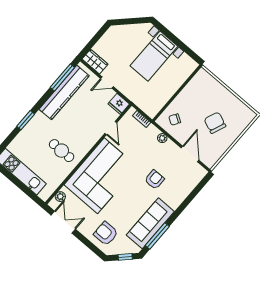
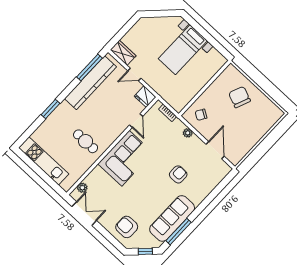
chair: (215, 123) -> (239, 97), moved
corner sofa: (101, 176) -> (126, 158), width x0.73, depth x0.74

